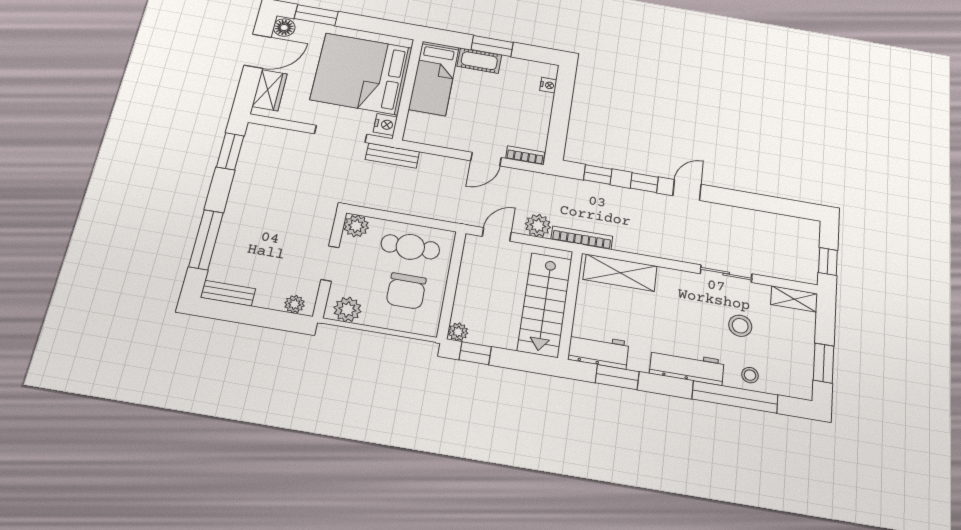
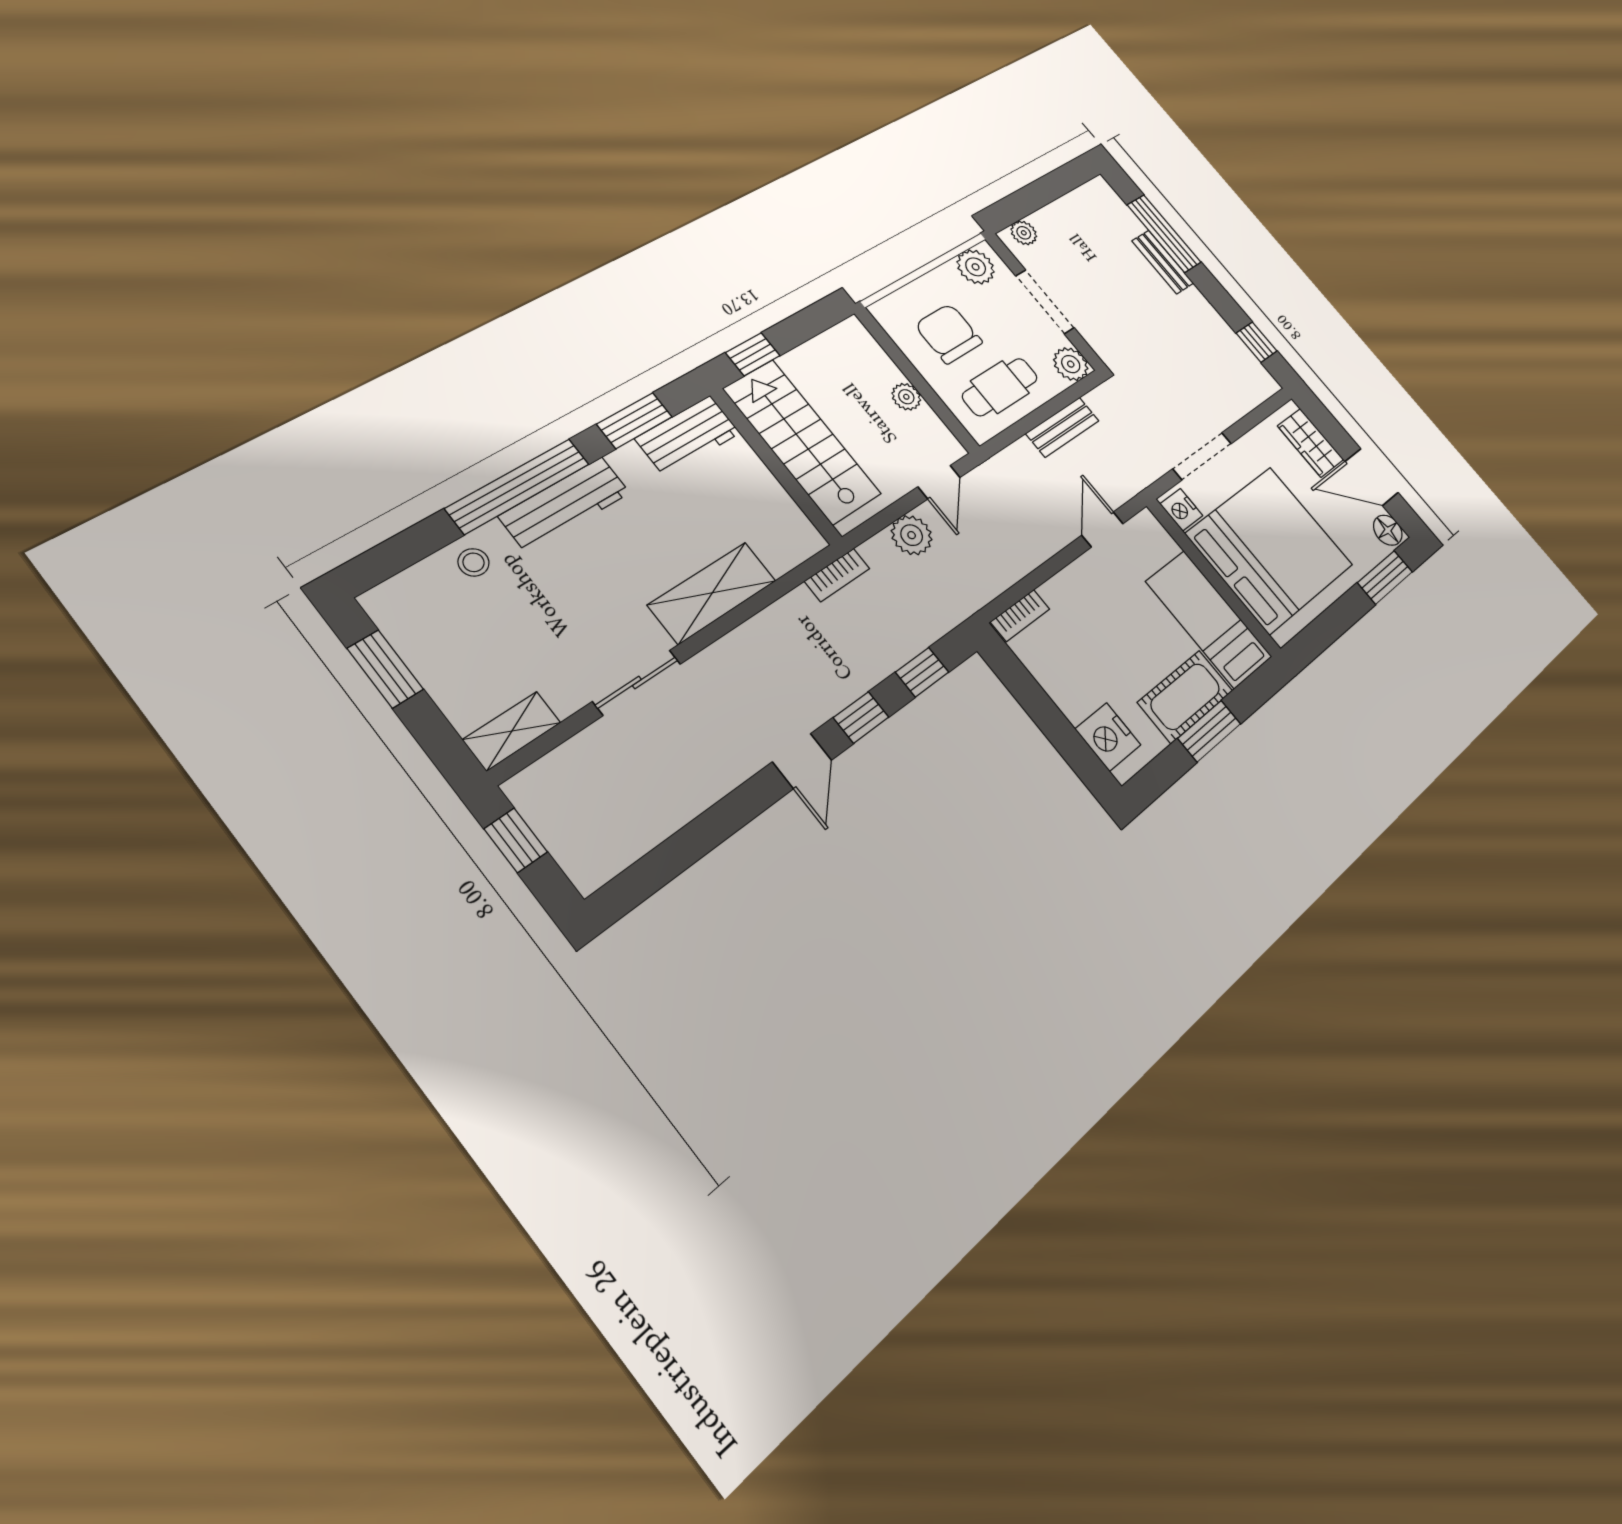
door: (258, 51) -> (1372, 477), hinge flipped
cot: (479, 61) -> (1185, 697), width x1.37, depth x1.34
nightstand: (548, 85) -> (1108, 737), width x1.89, depth x1.79
window: (230, 151) -> (1257, 342), width x0.67
bench: (392, 156) -> (1062, 427), moved
door: (486, 159) -> (1102, 529), moved
bookcase: (582, 238) -> (837, 575), width x0.64
doorway: (330, 263) -> (1045, 302), width x1.38
shelving: (620, 273) -> (712, 593), moved
bench: (228, 293) -> (1163, 262), moved, turned 90
stool: (740, 326) -> (549, 622), removed
plant: (458, 332) -> (906, 397), moved
window: (475, 353) -> (753, 354), moved
window: (735, 397) -> (518, 486), moved

